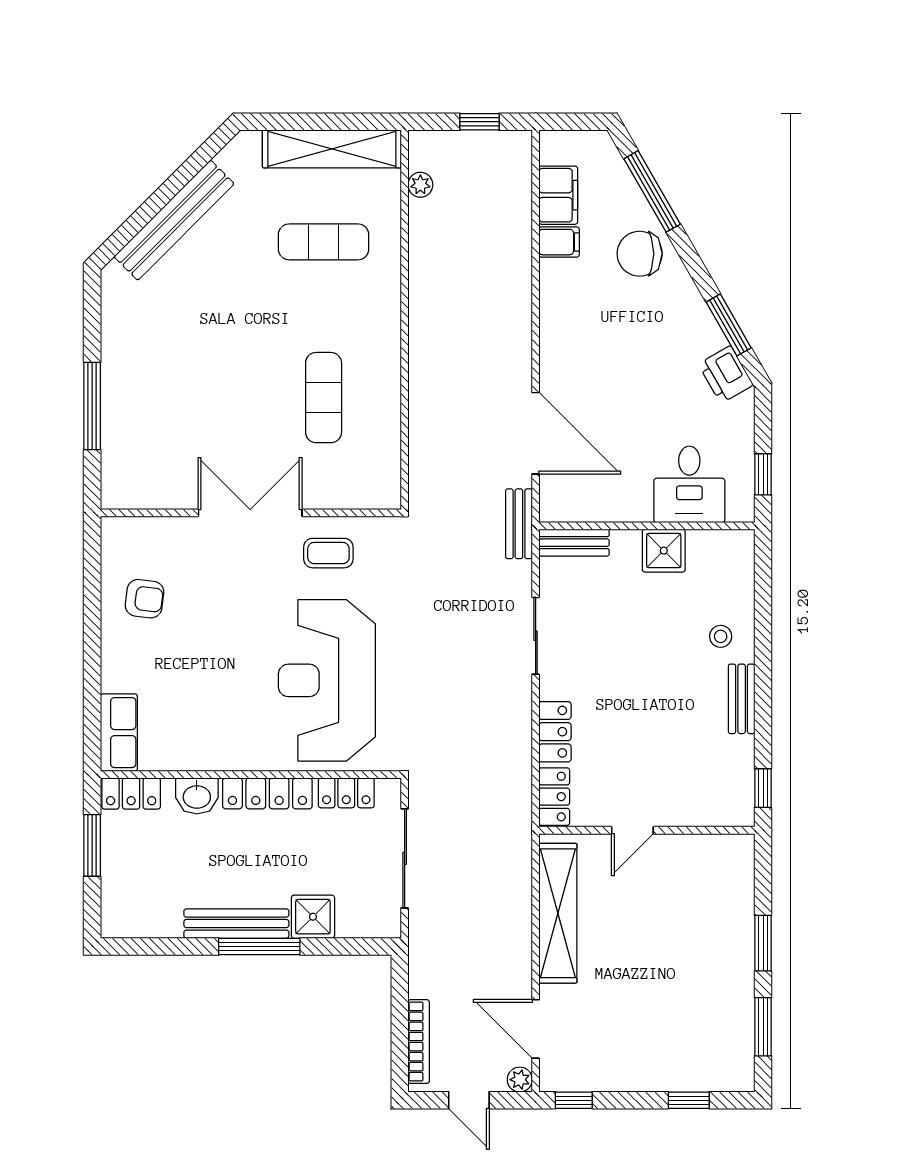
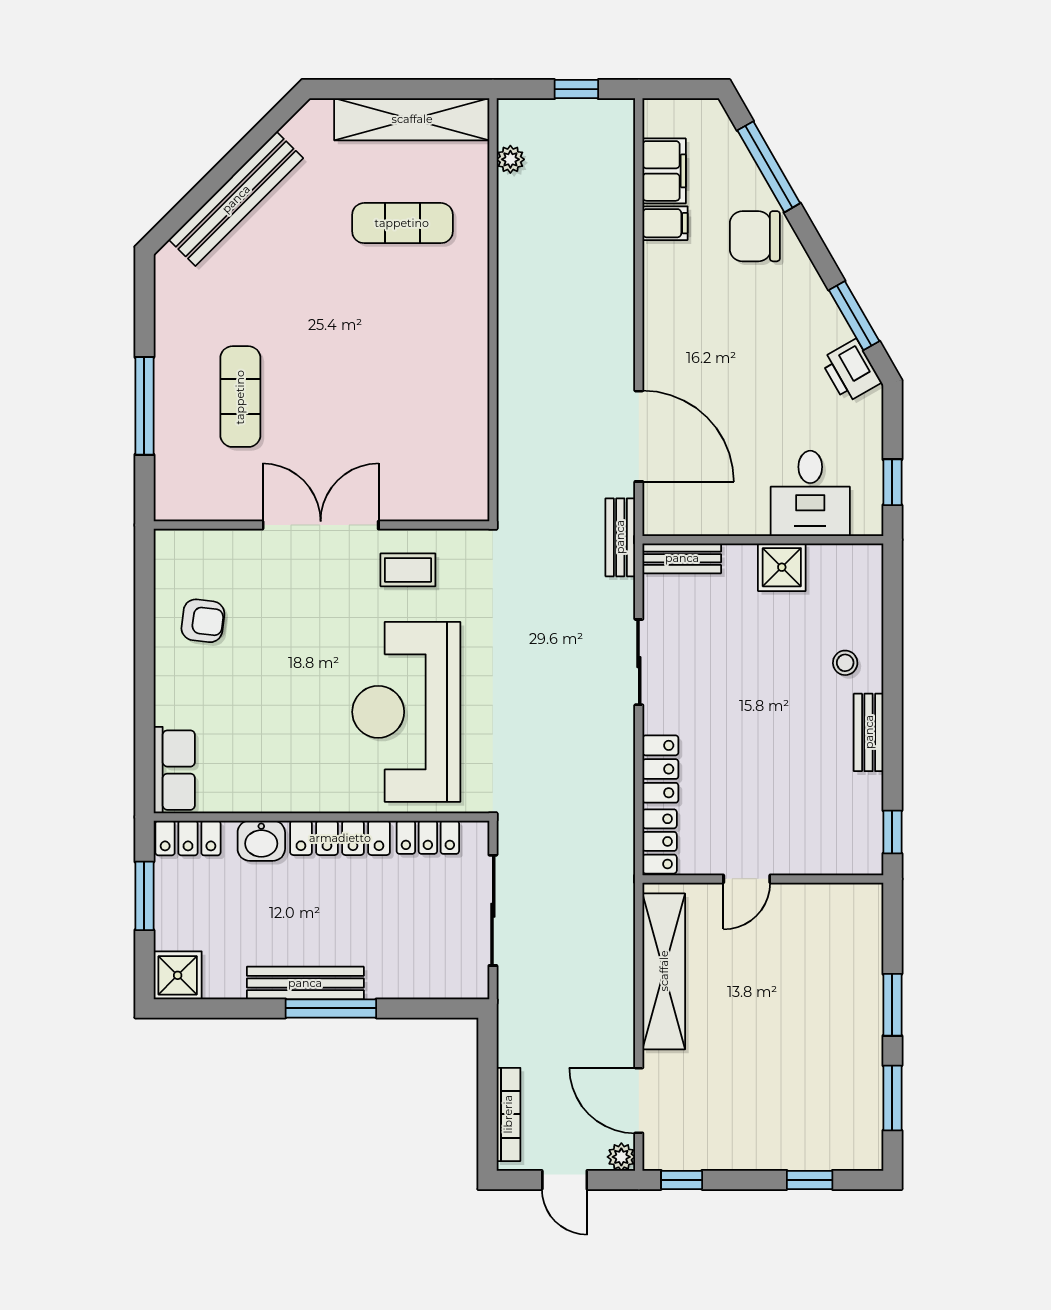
exercise mat: (324, 398) -> (240, 397), moved
shower: (313, 917) -> (178, 975), moved

